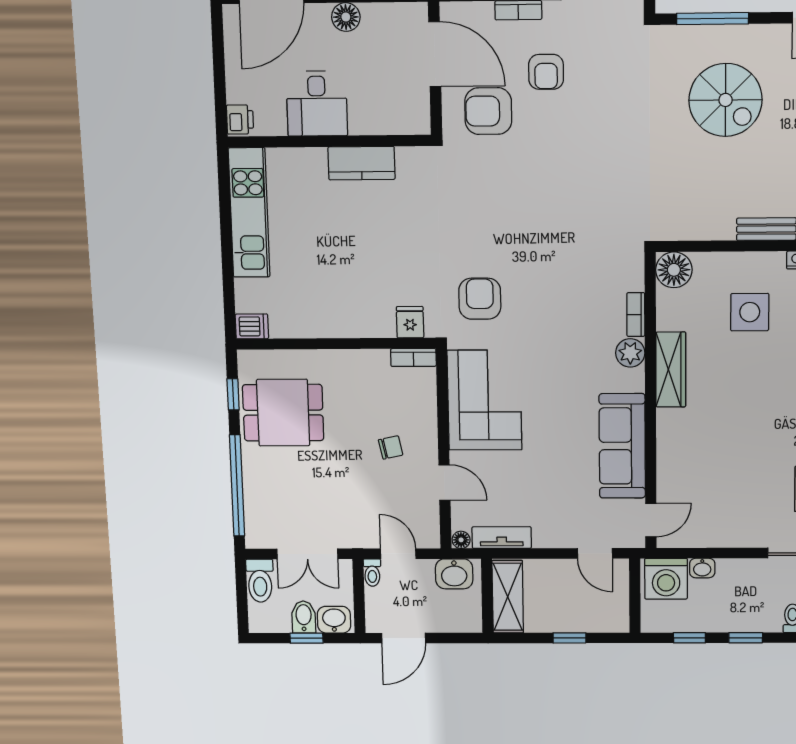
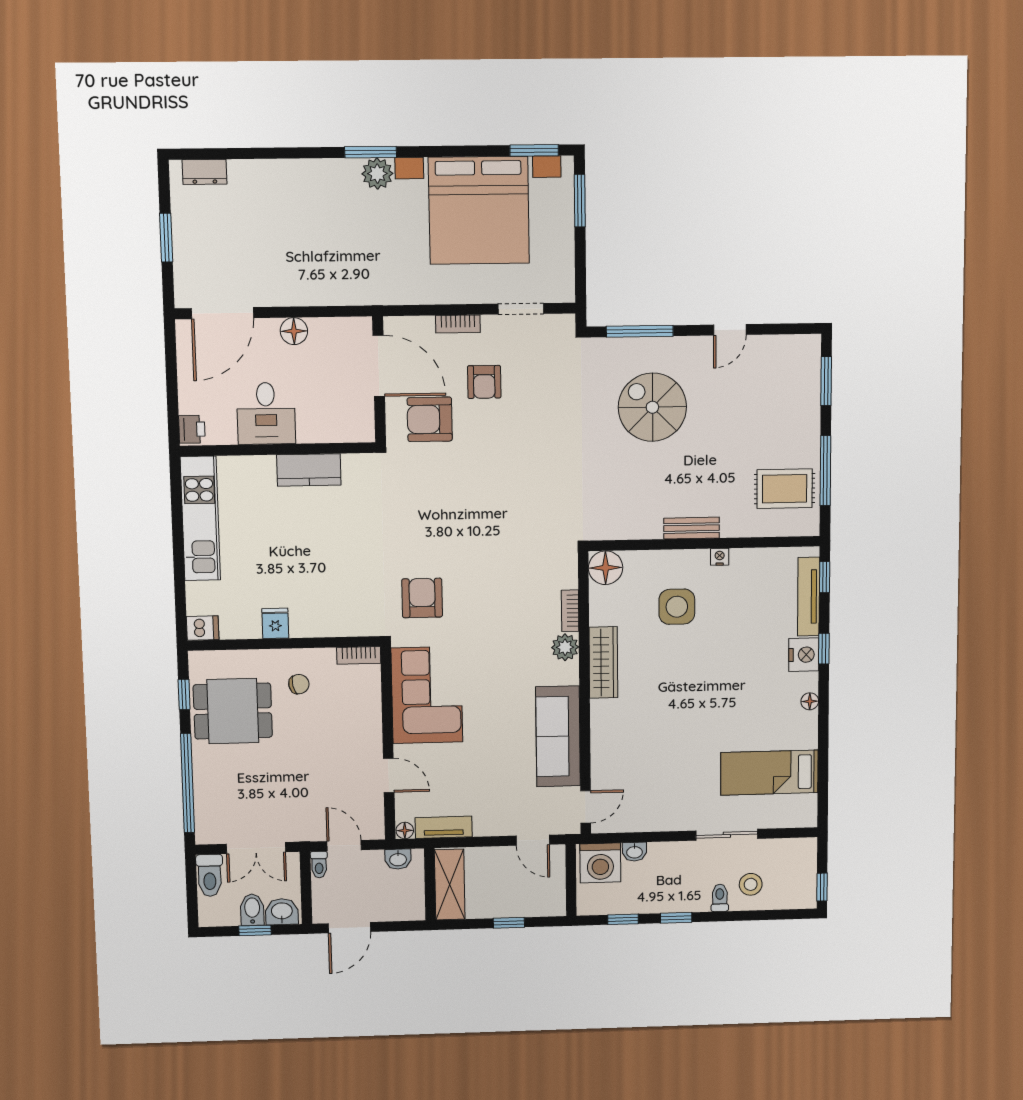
spiral stairs: (726, 100) -> (652, 407), turned 180
fridge: (410, 322) -> (275, 623), moved
chair: (391, 447) -> (299, 684), moved
washbasin: (454, 574) -> (398, 859), width x0.72, depth x0.69

